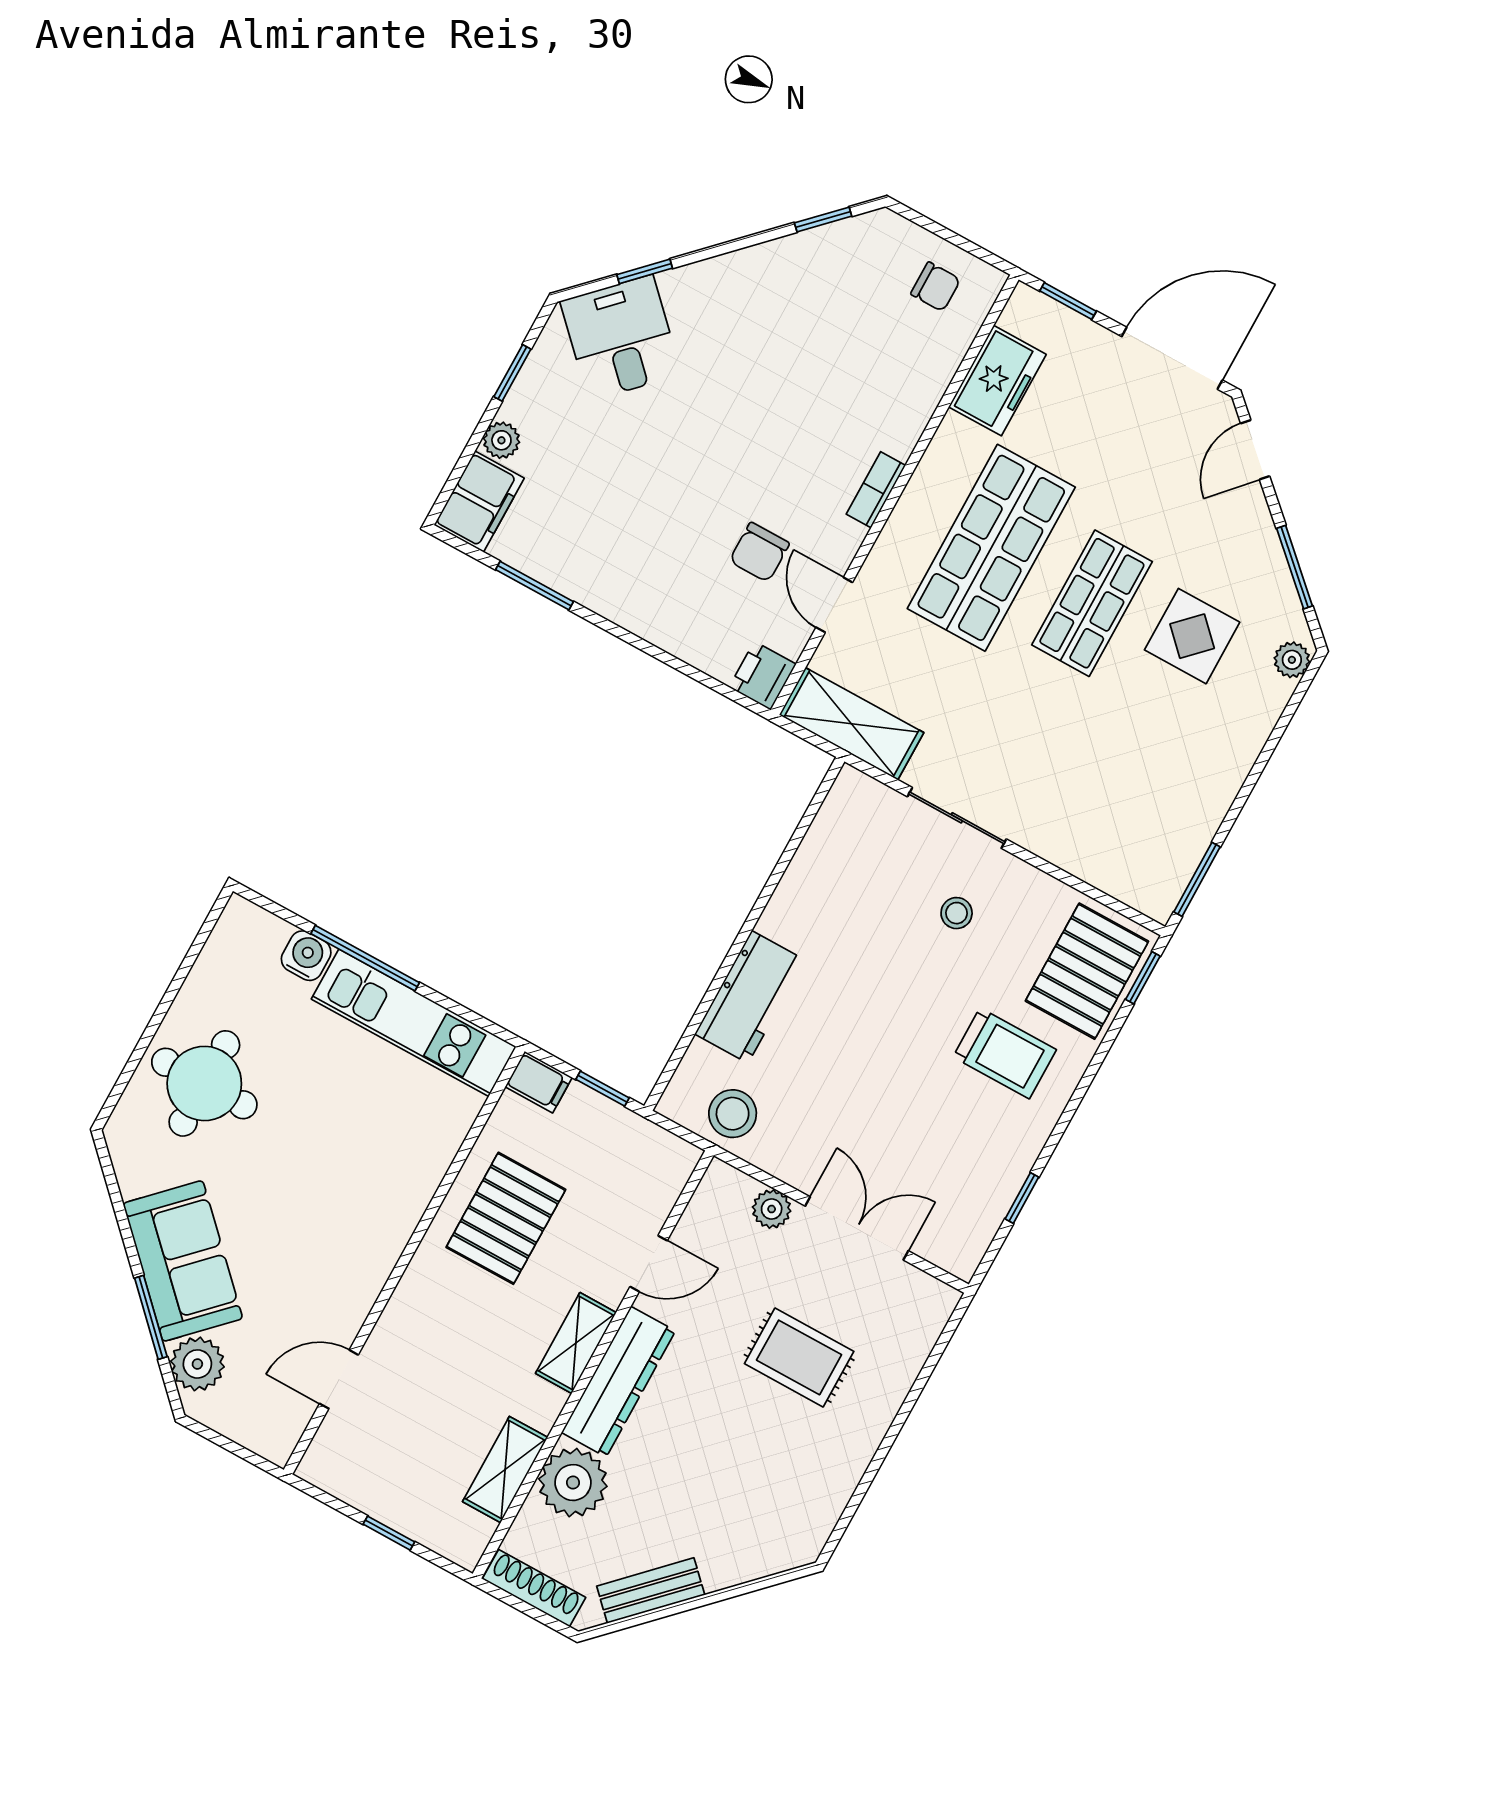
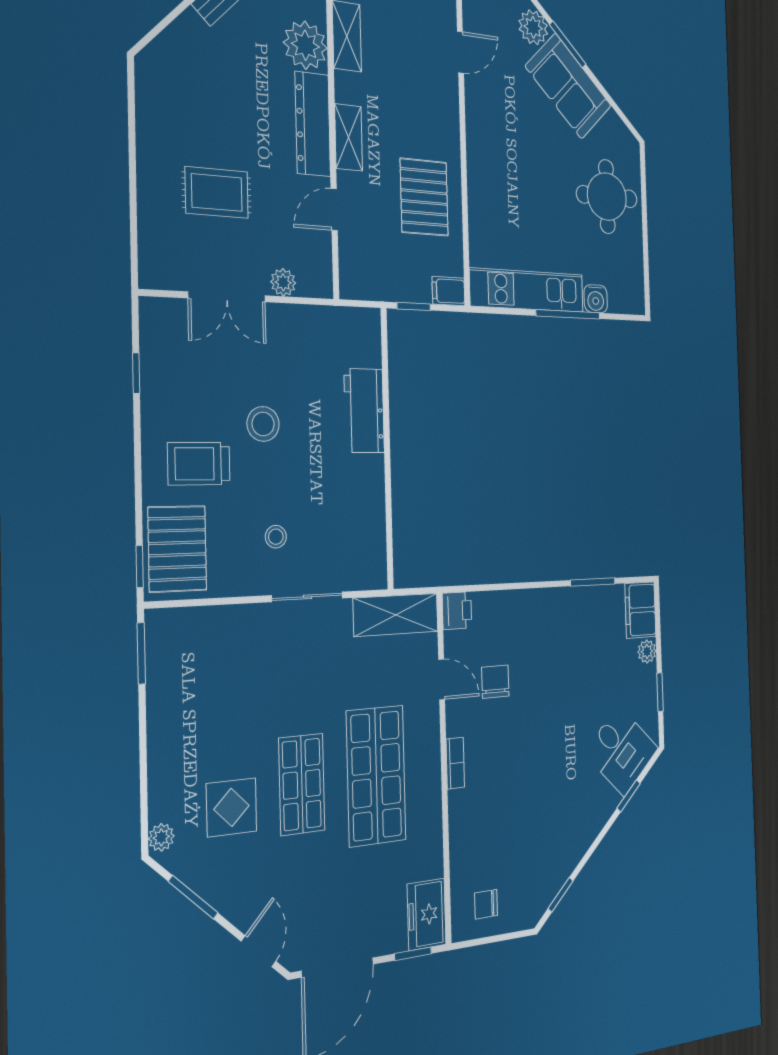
freezer: (997, 381) -> (427, 914), moved
stool: (733, 1114) -> (263, 424), moved

